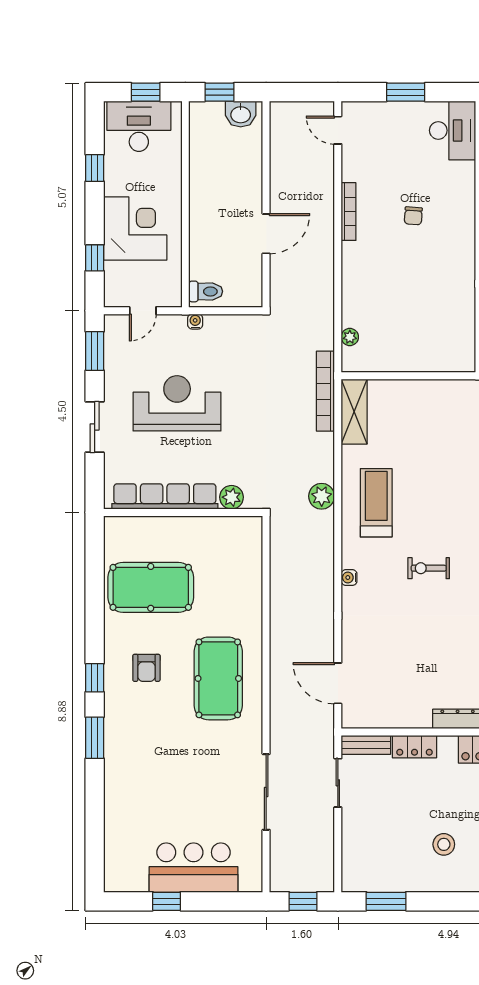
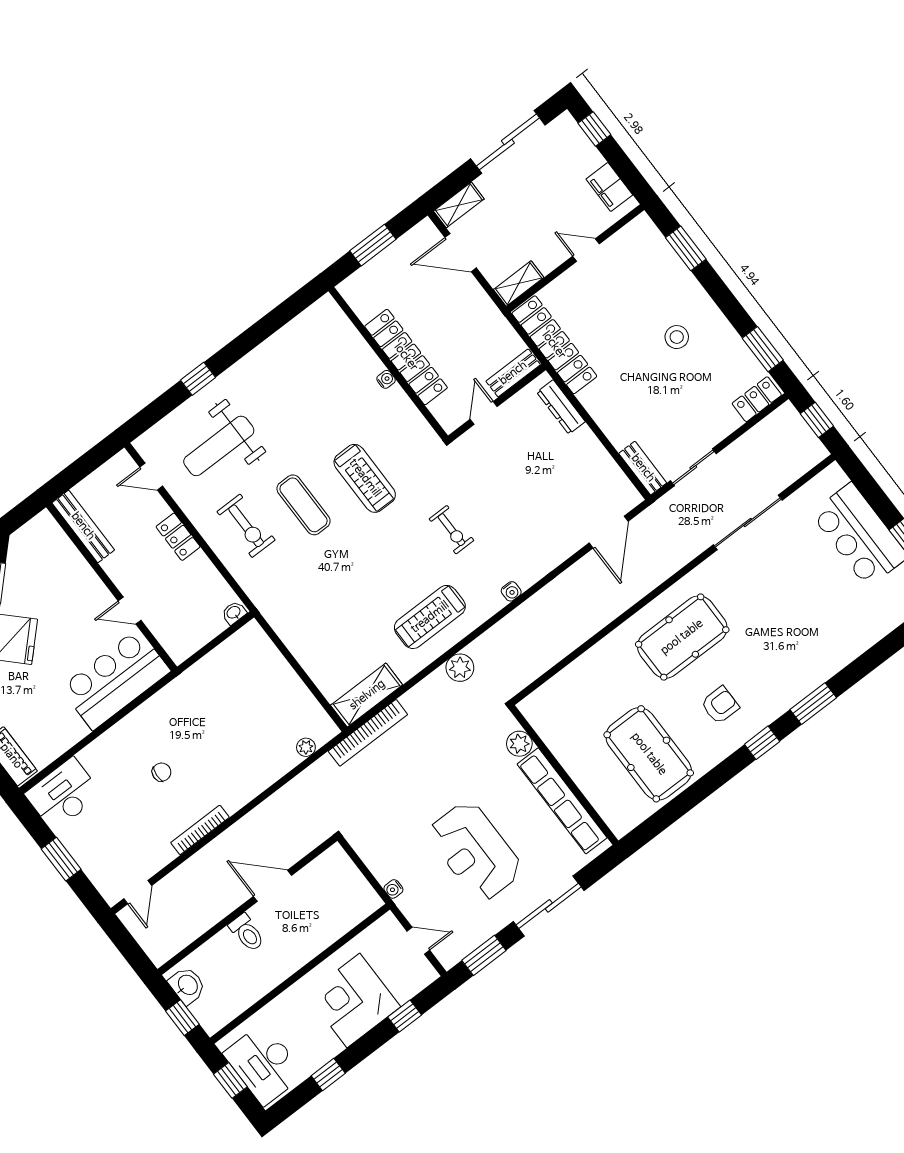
toilet: (206, 291) -> (247, 933), moved, turned 180
sliding door: (95, 427) -> (549, 906), width x1.37
locker: (414, 747) -> (757, 399), moved, turned -90

